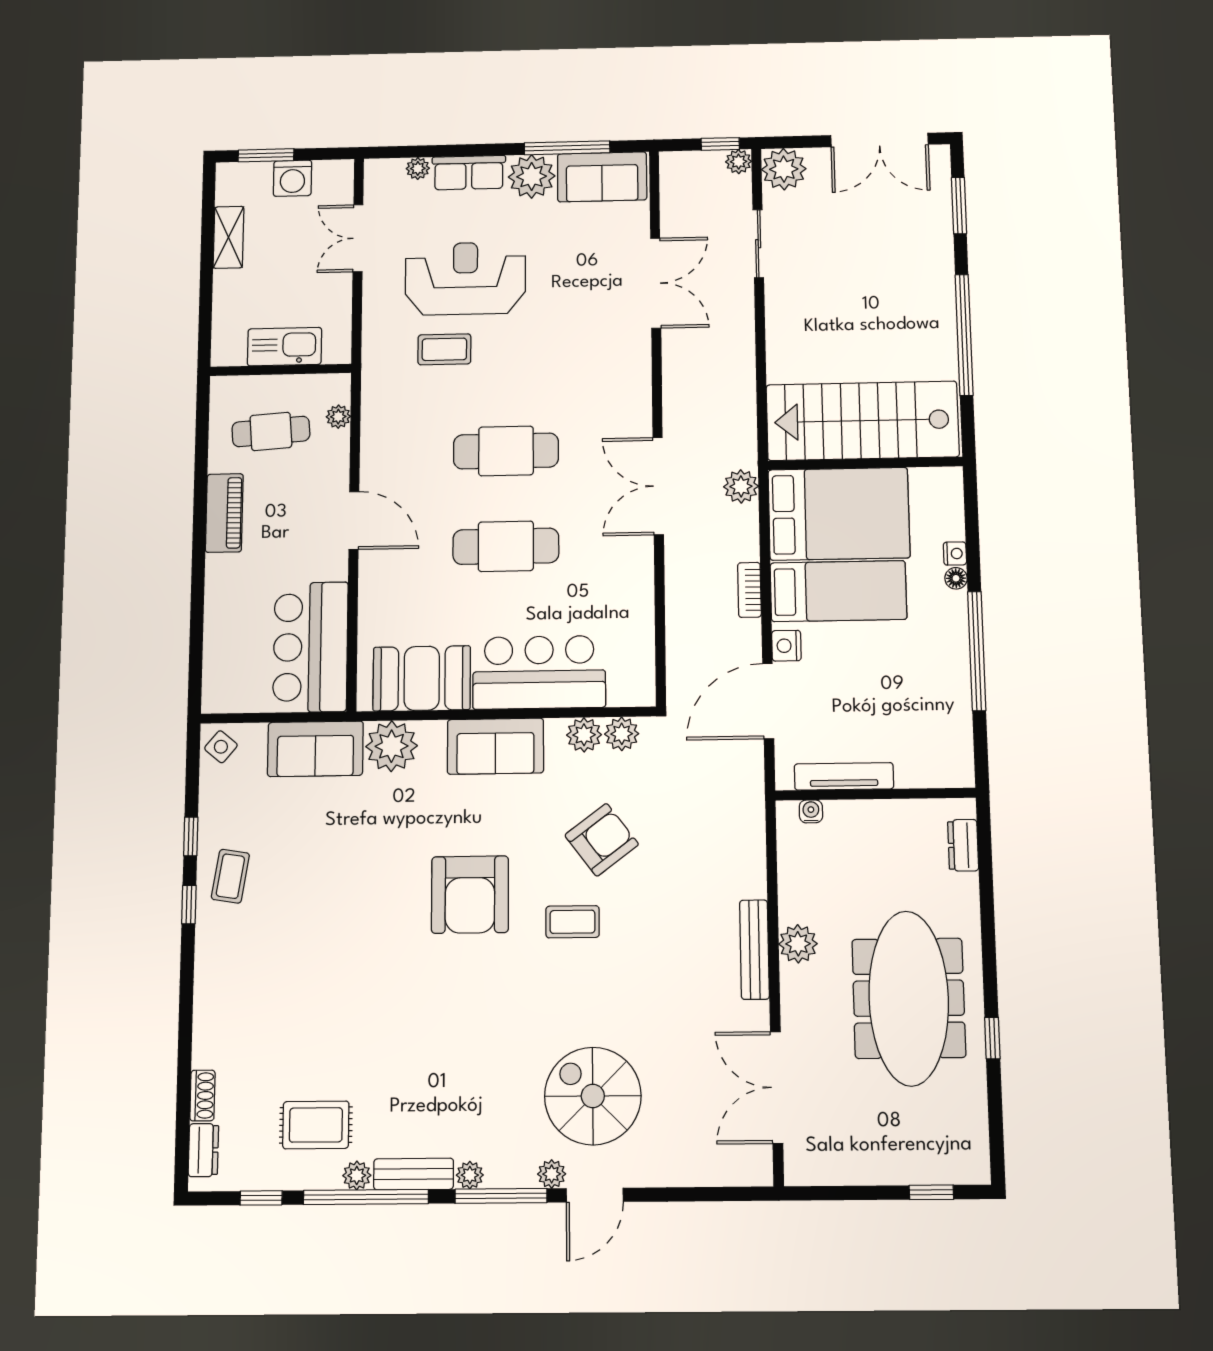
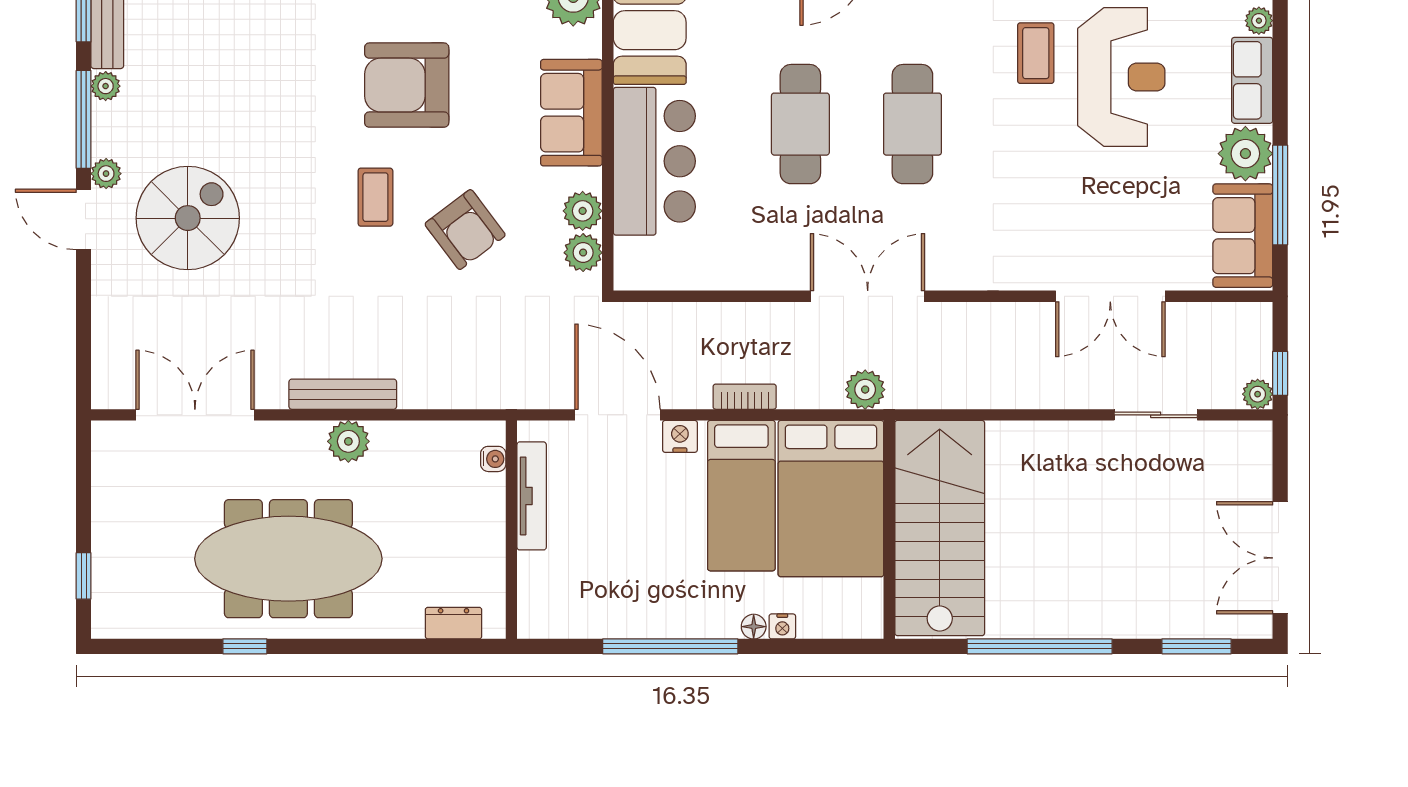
plant: (784, 169) -> (1247, 446), removed

